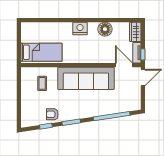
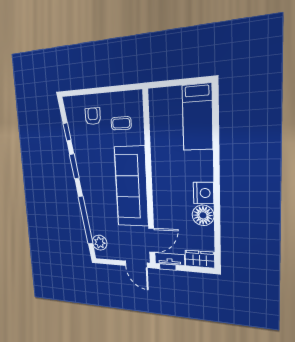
nightstand: (80, 29) -> (204, 193), moved
bed: (41, 52) -> (198, 117), moved
plant: (128, 106) -> (100, 243), added
armchair: (52, 114) -> (93, 116), moved

